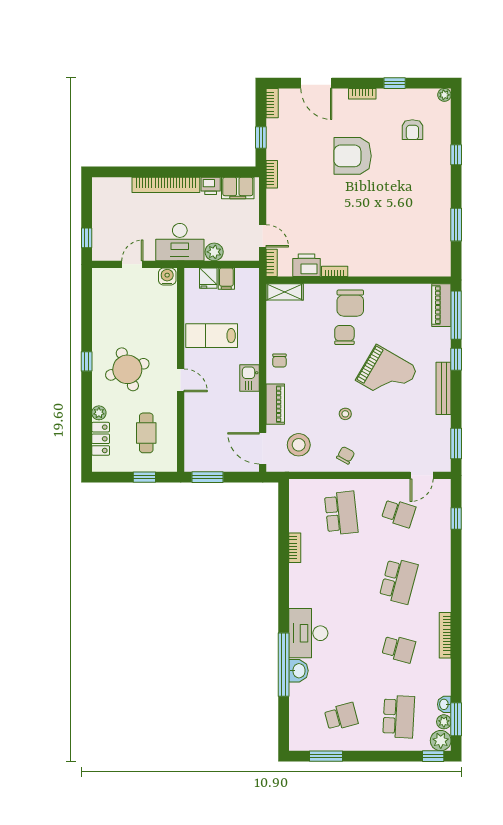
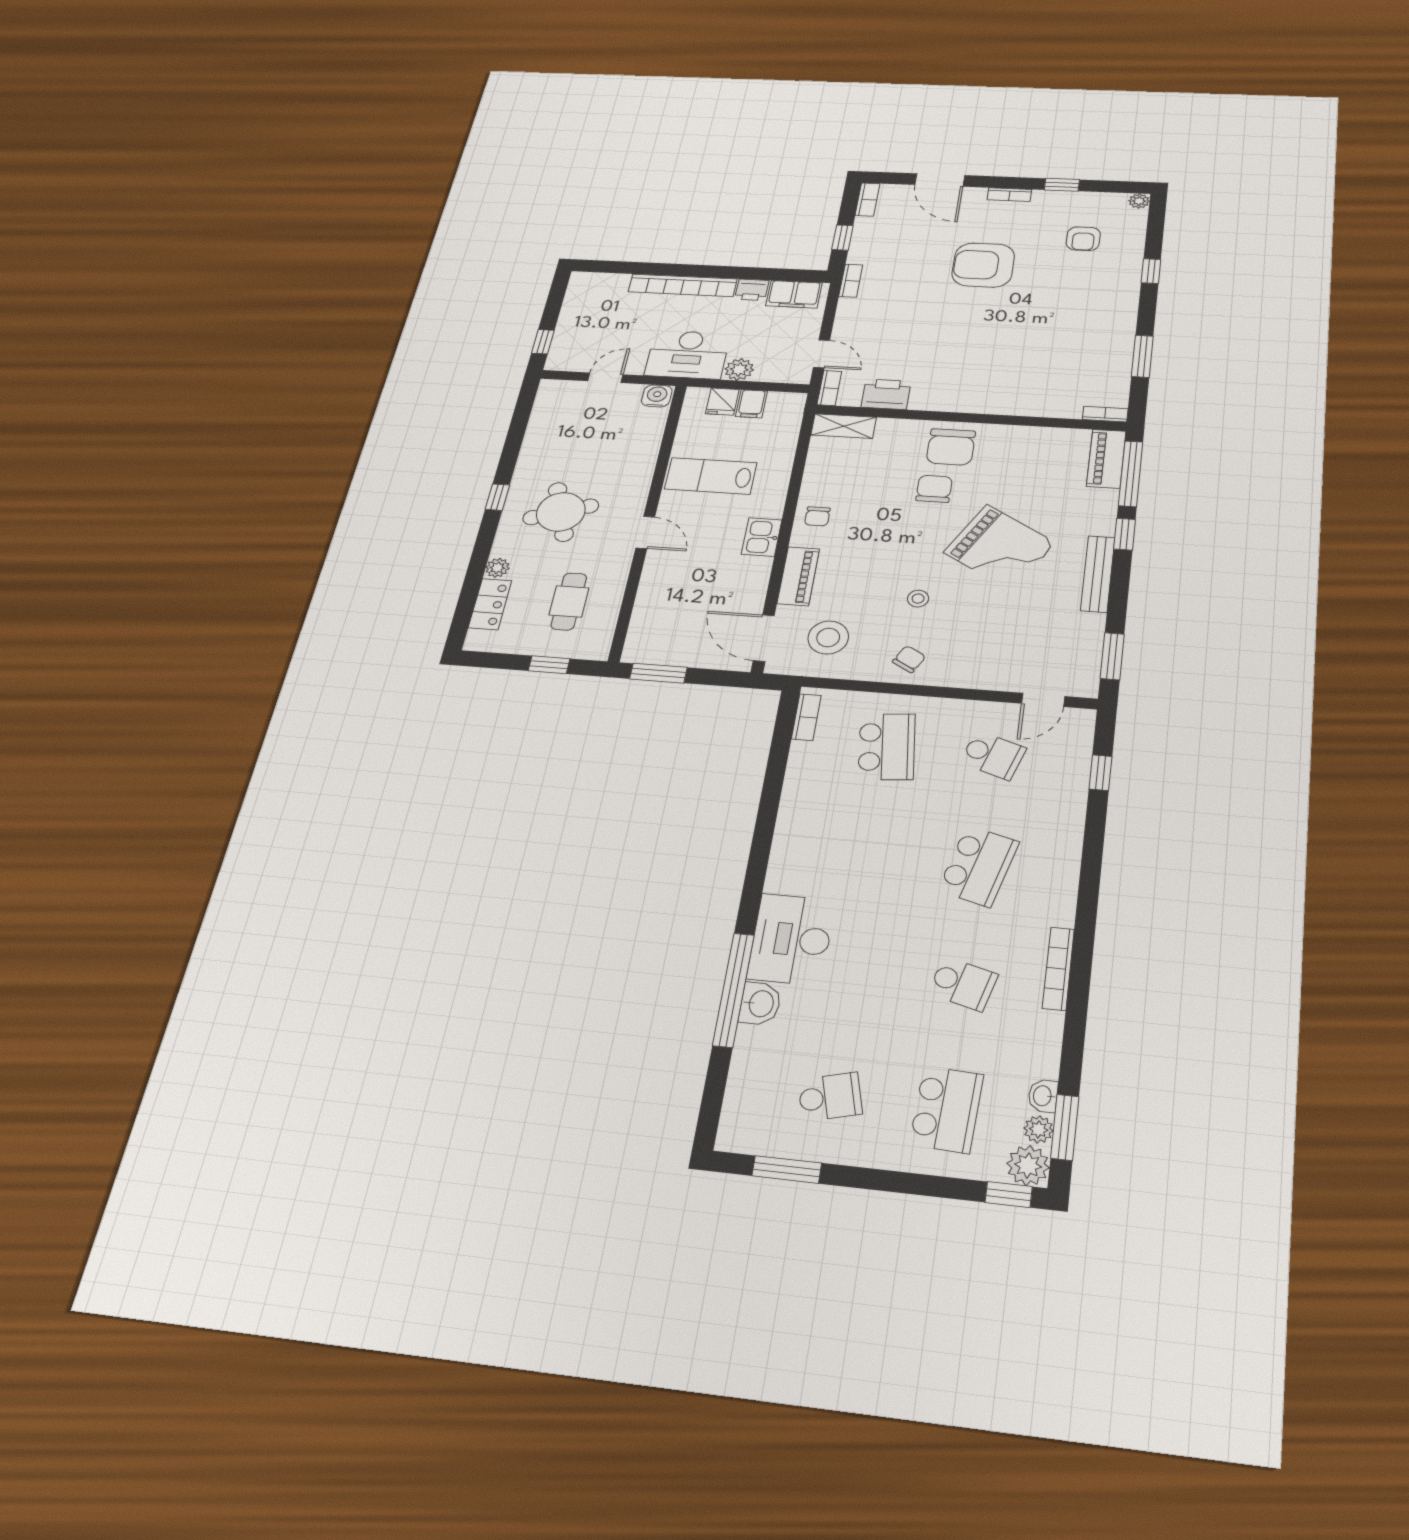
bookcase: (335, 271) -> (1105, 414), moved
bookcase: (295, 548) -> (806, 717), moved

